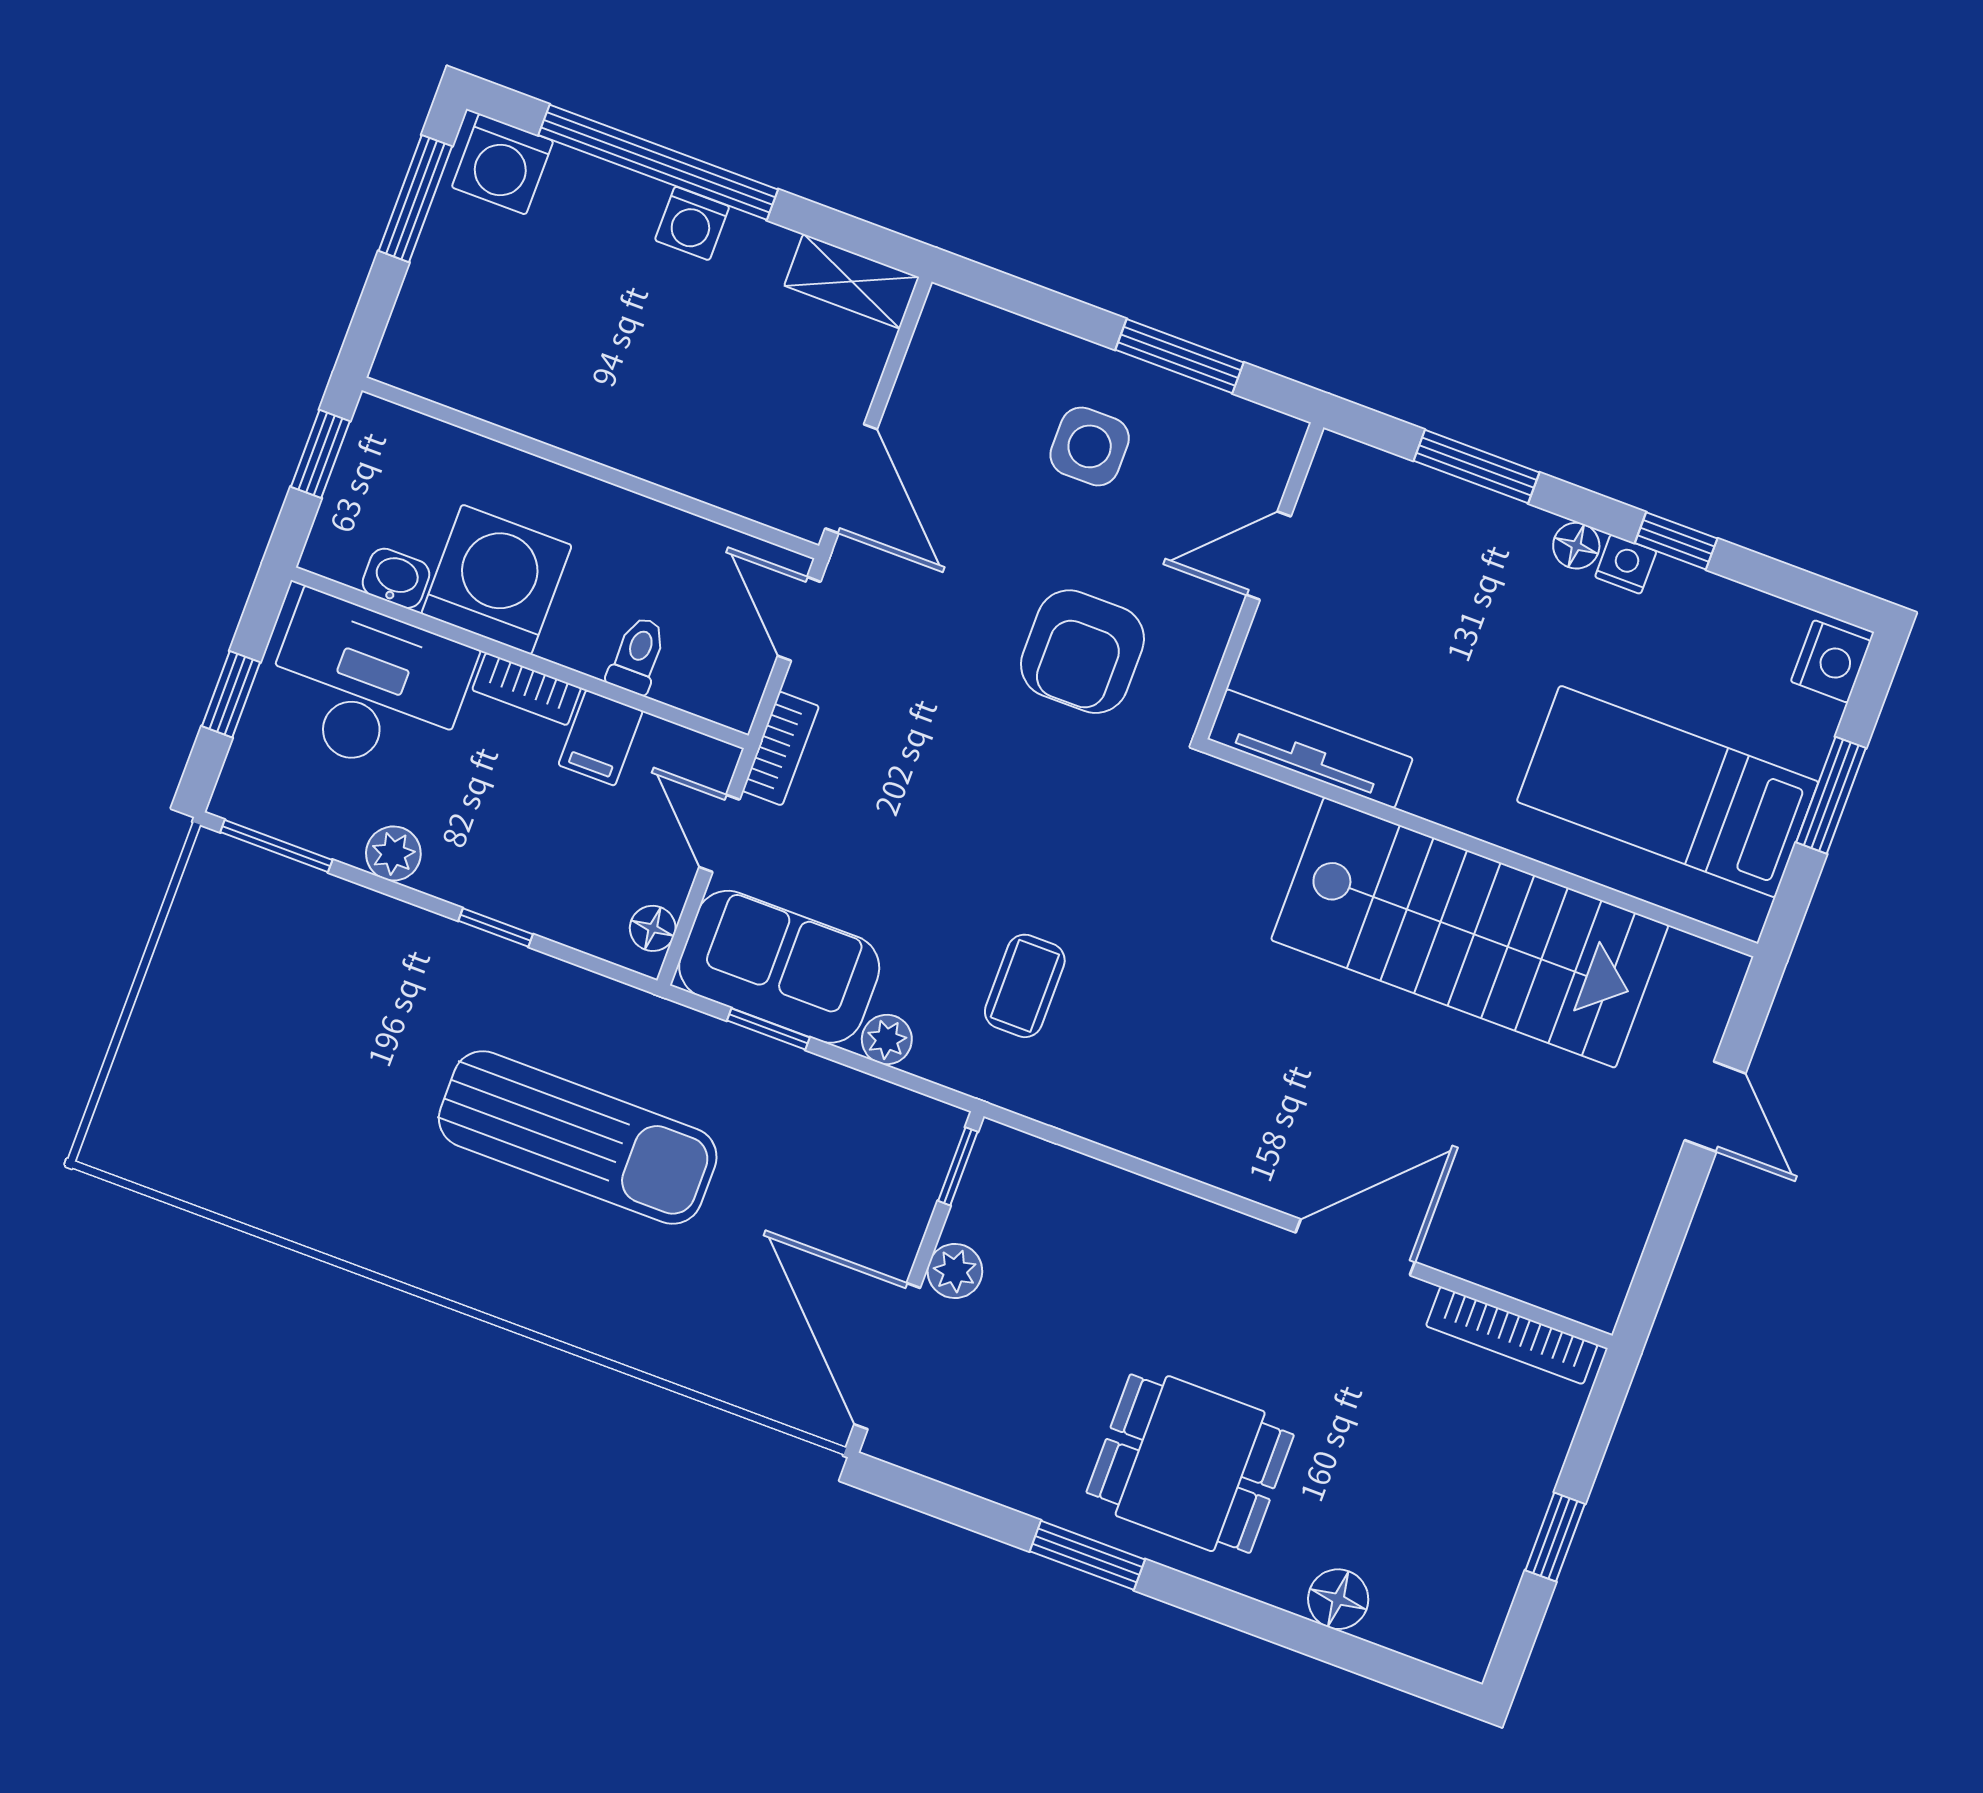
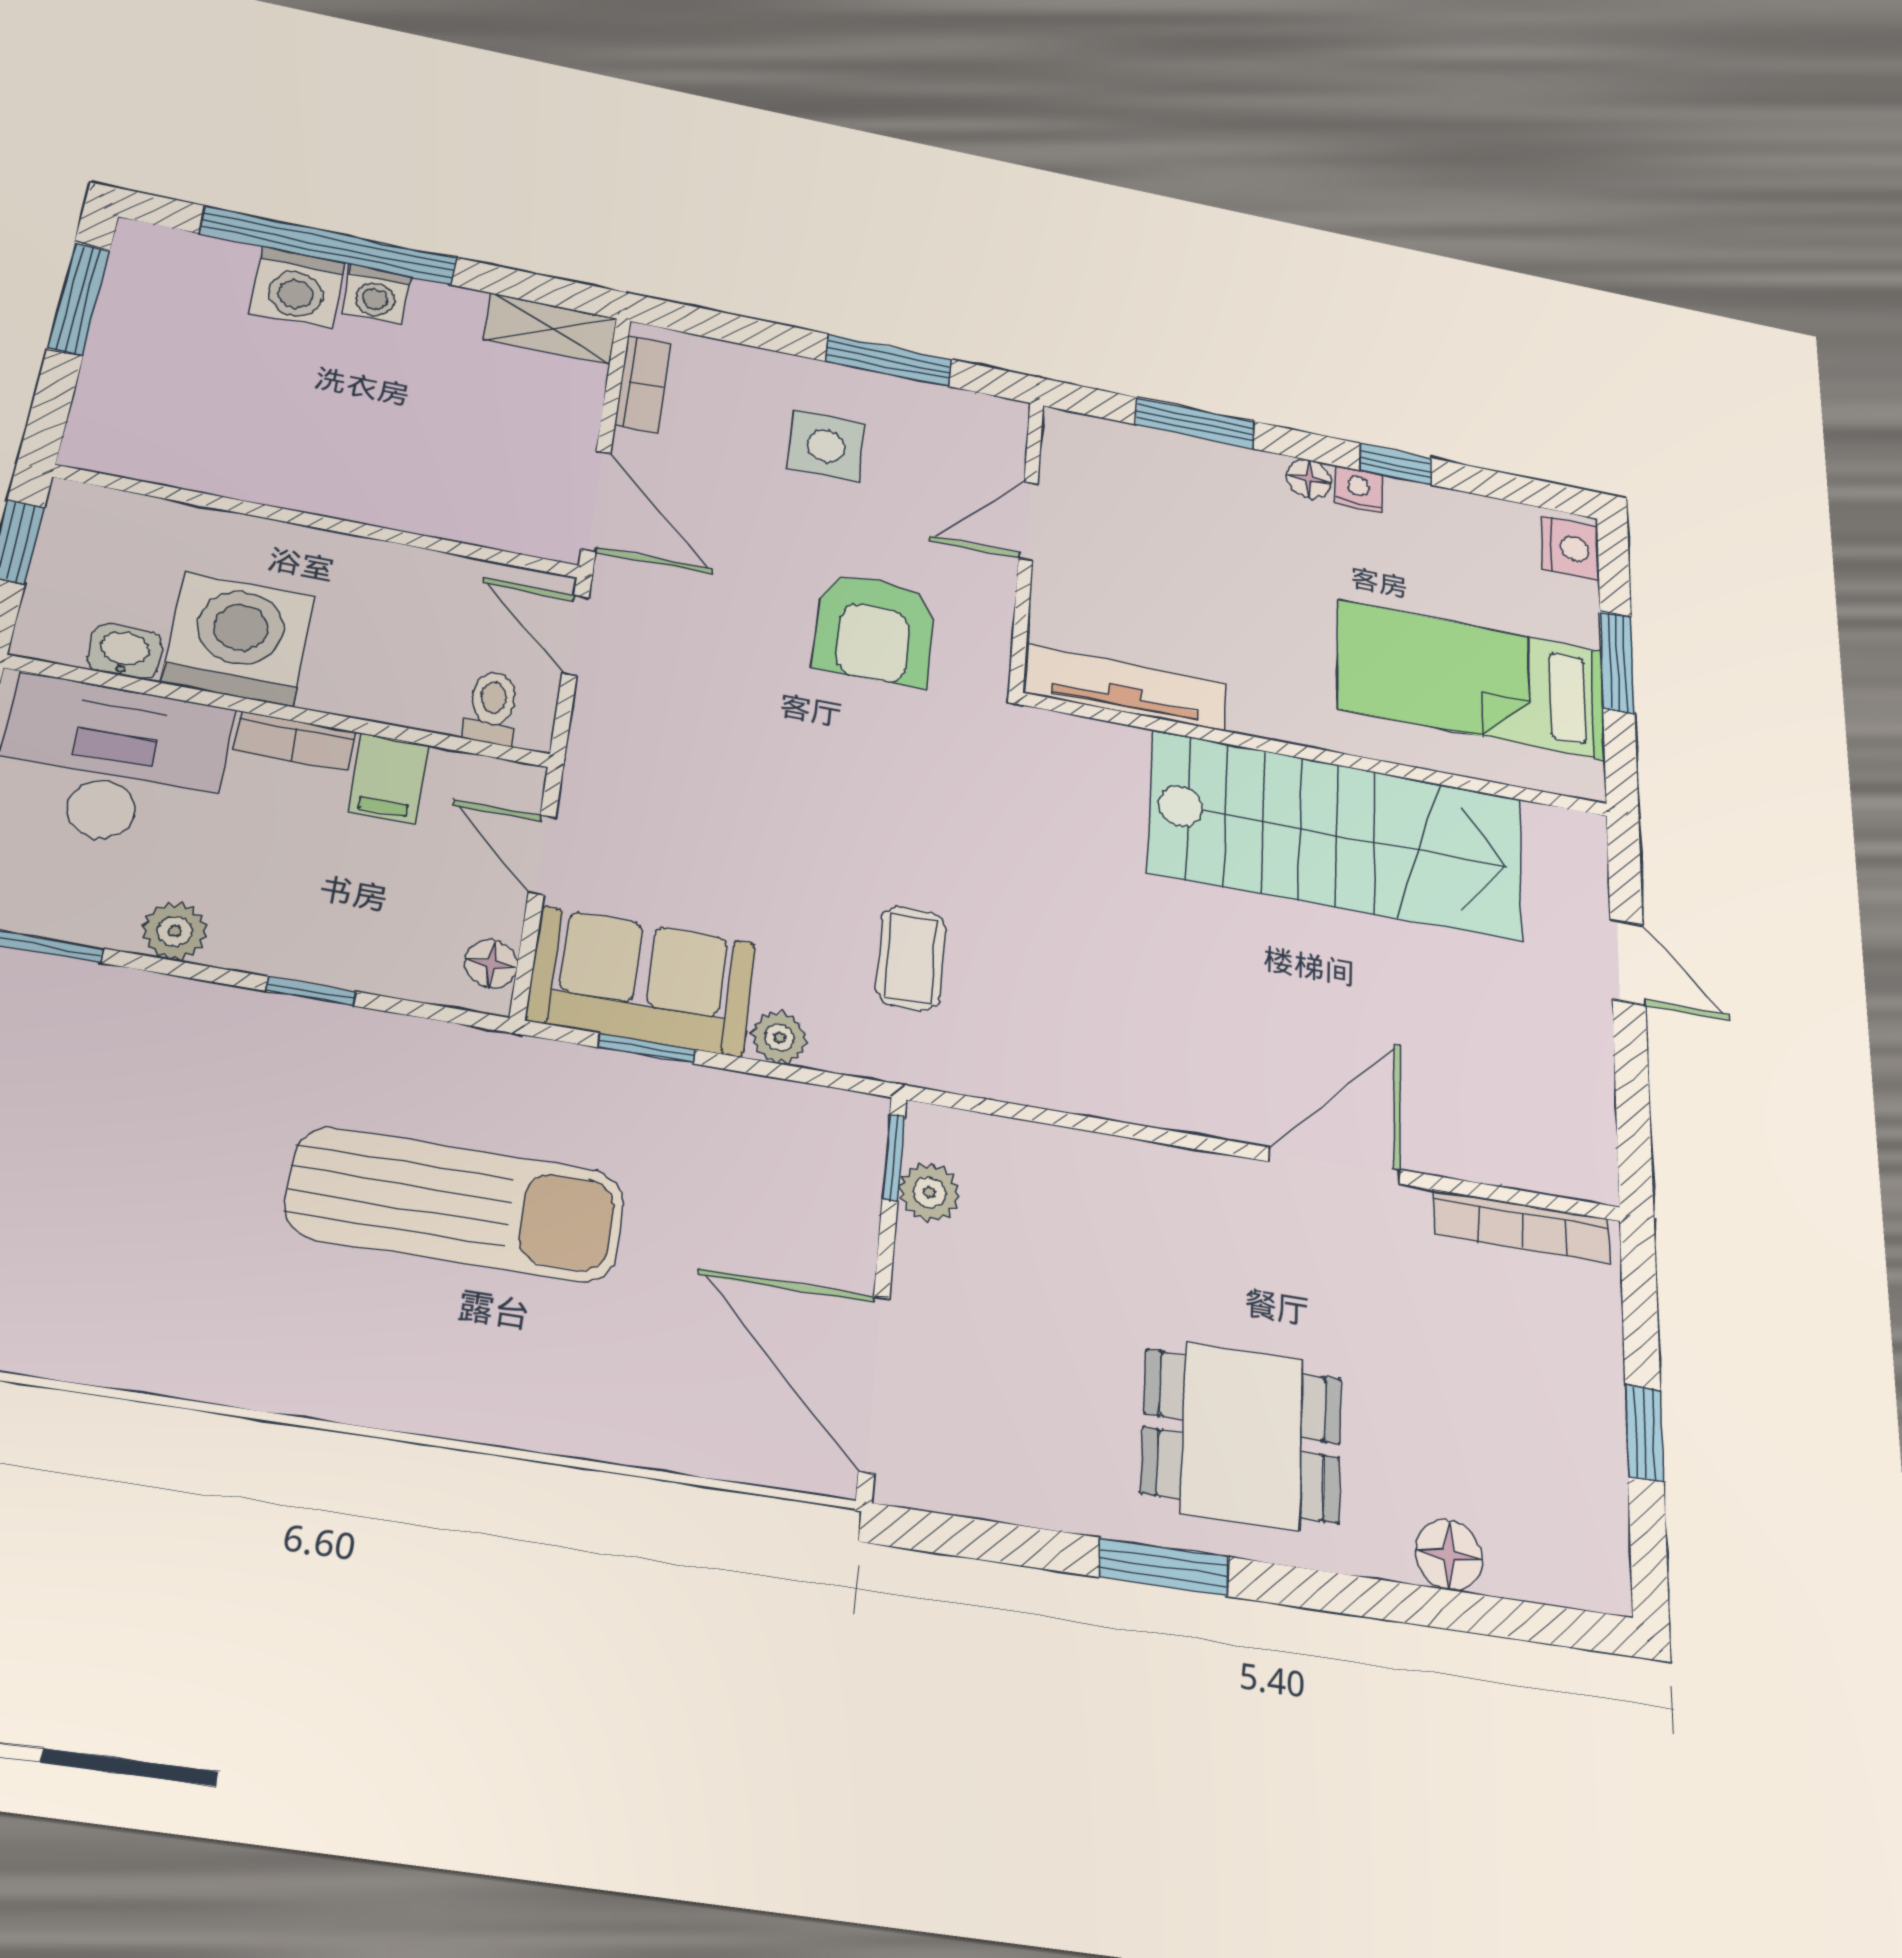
washing machine: (502, 164) -> (297, 287), moved
toilet: (637, 655) -> (492, 707), moved
bookcase: (781, 748) -> (643, 384), moved
plant: (955, 1271) -> (929, 1192), moved

